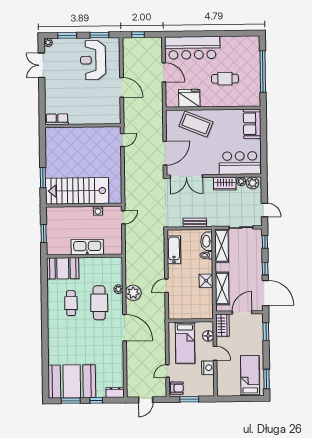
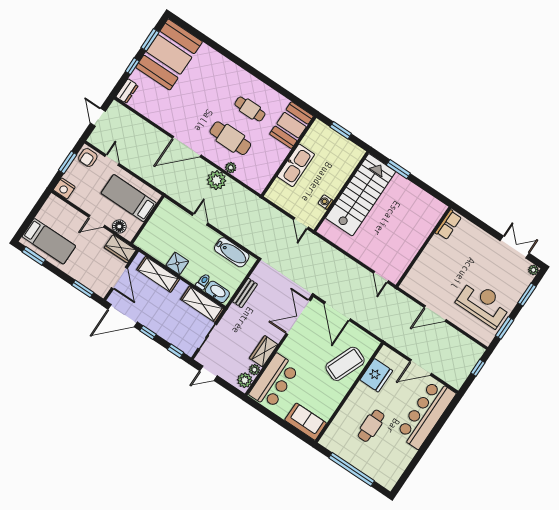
nightstand: (208, 368) -> (64, 188), moved

